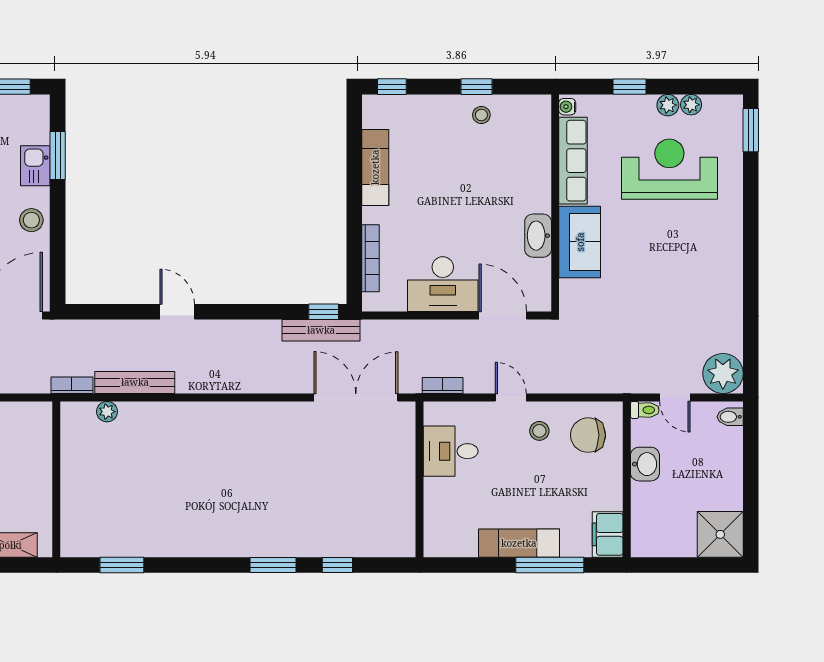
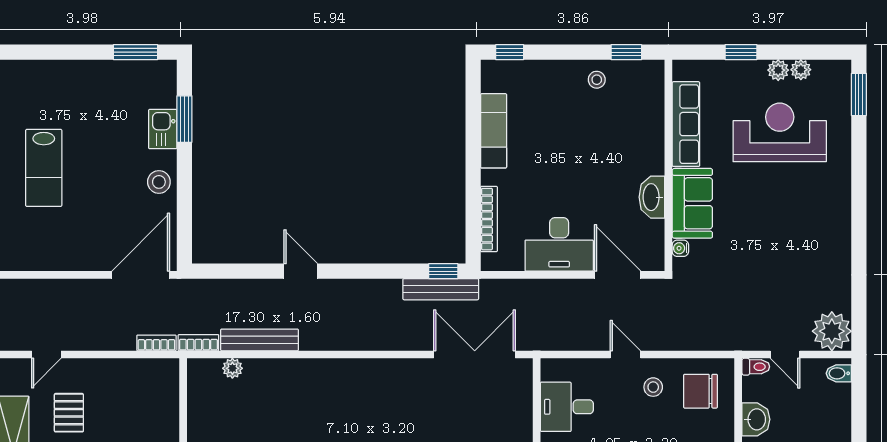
window: (476, 87) -> (626, 52), moved
water cooler: (567, 107) -> (680, 248), moved
bookcase: (443, 385) -> (156, 343), moved

